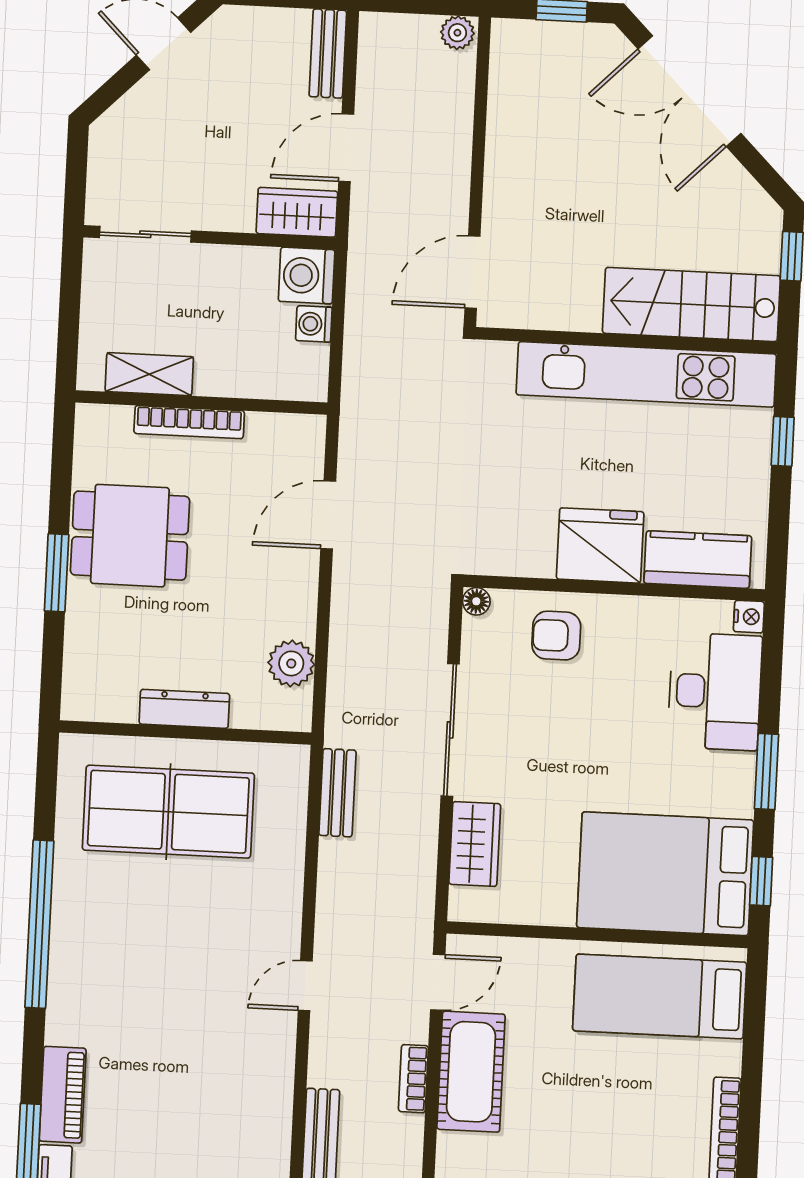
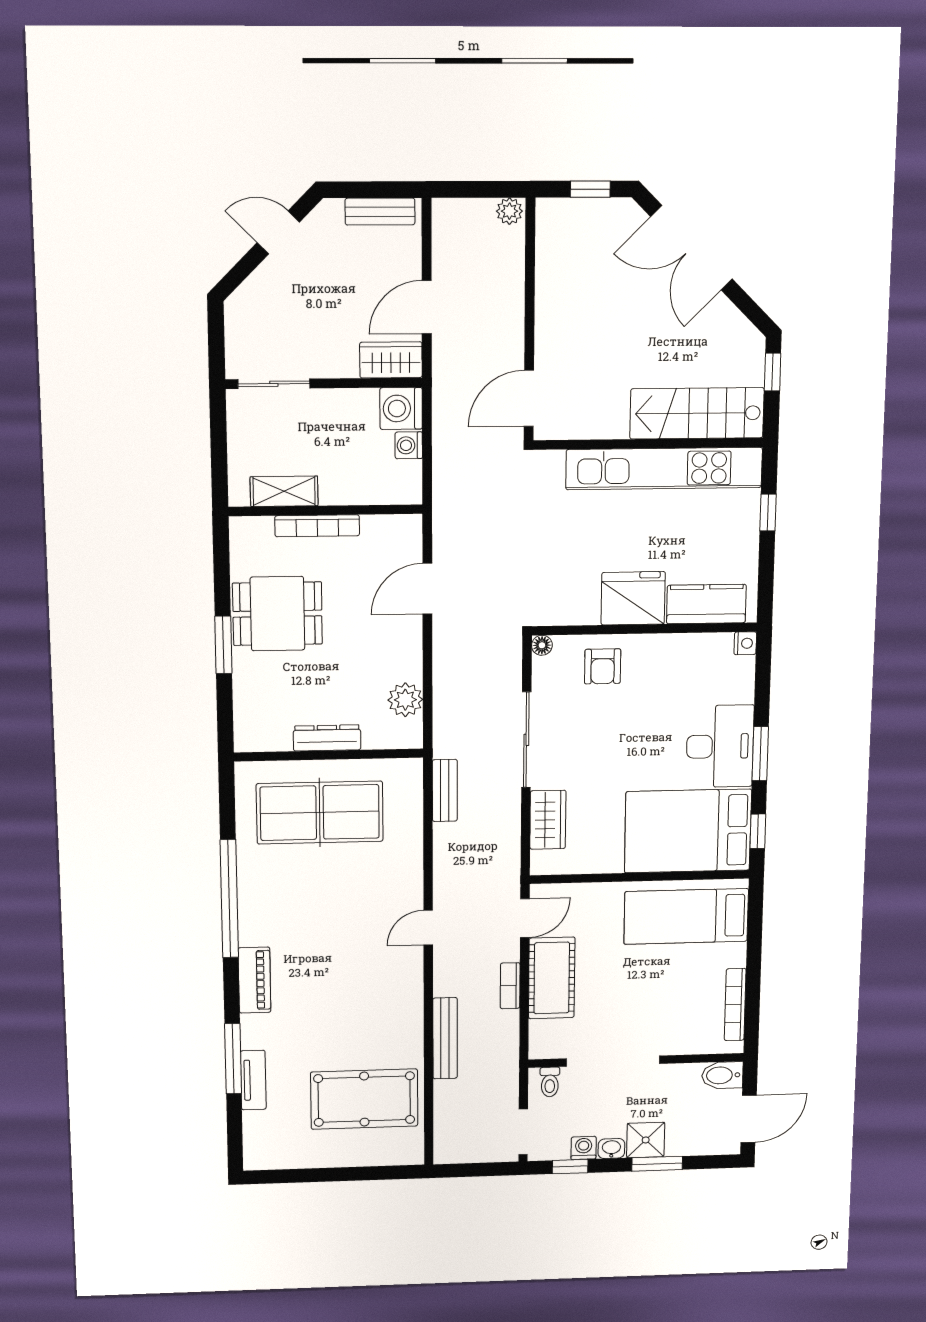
bench: (328, 54) -> (380, 212), moved, turned 90
armchair: (556, 636) -> (603, 666), turned -90
desk: (715, 691) -> (720, 746), moved
piano: (63, 1095) -> (254, 980), moved

